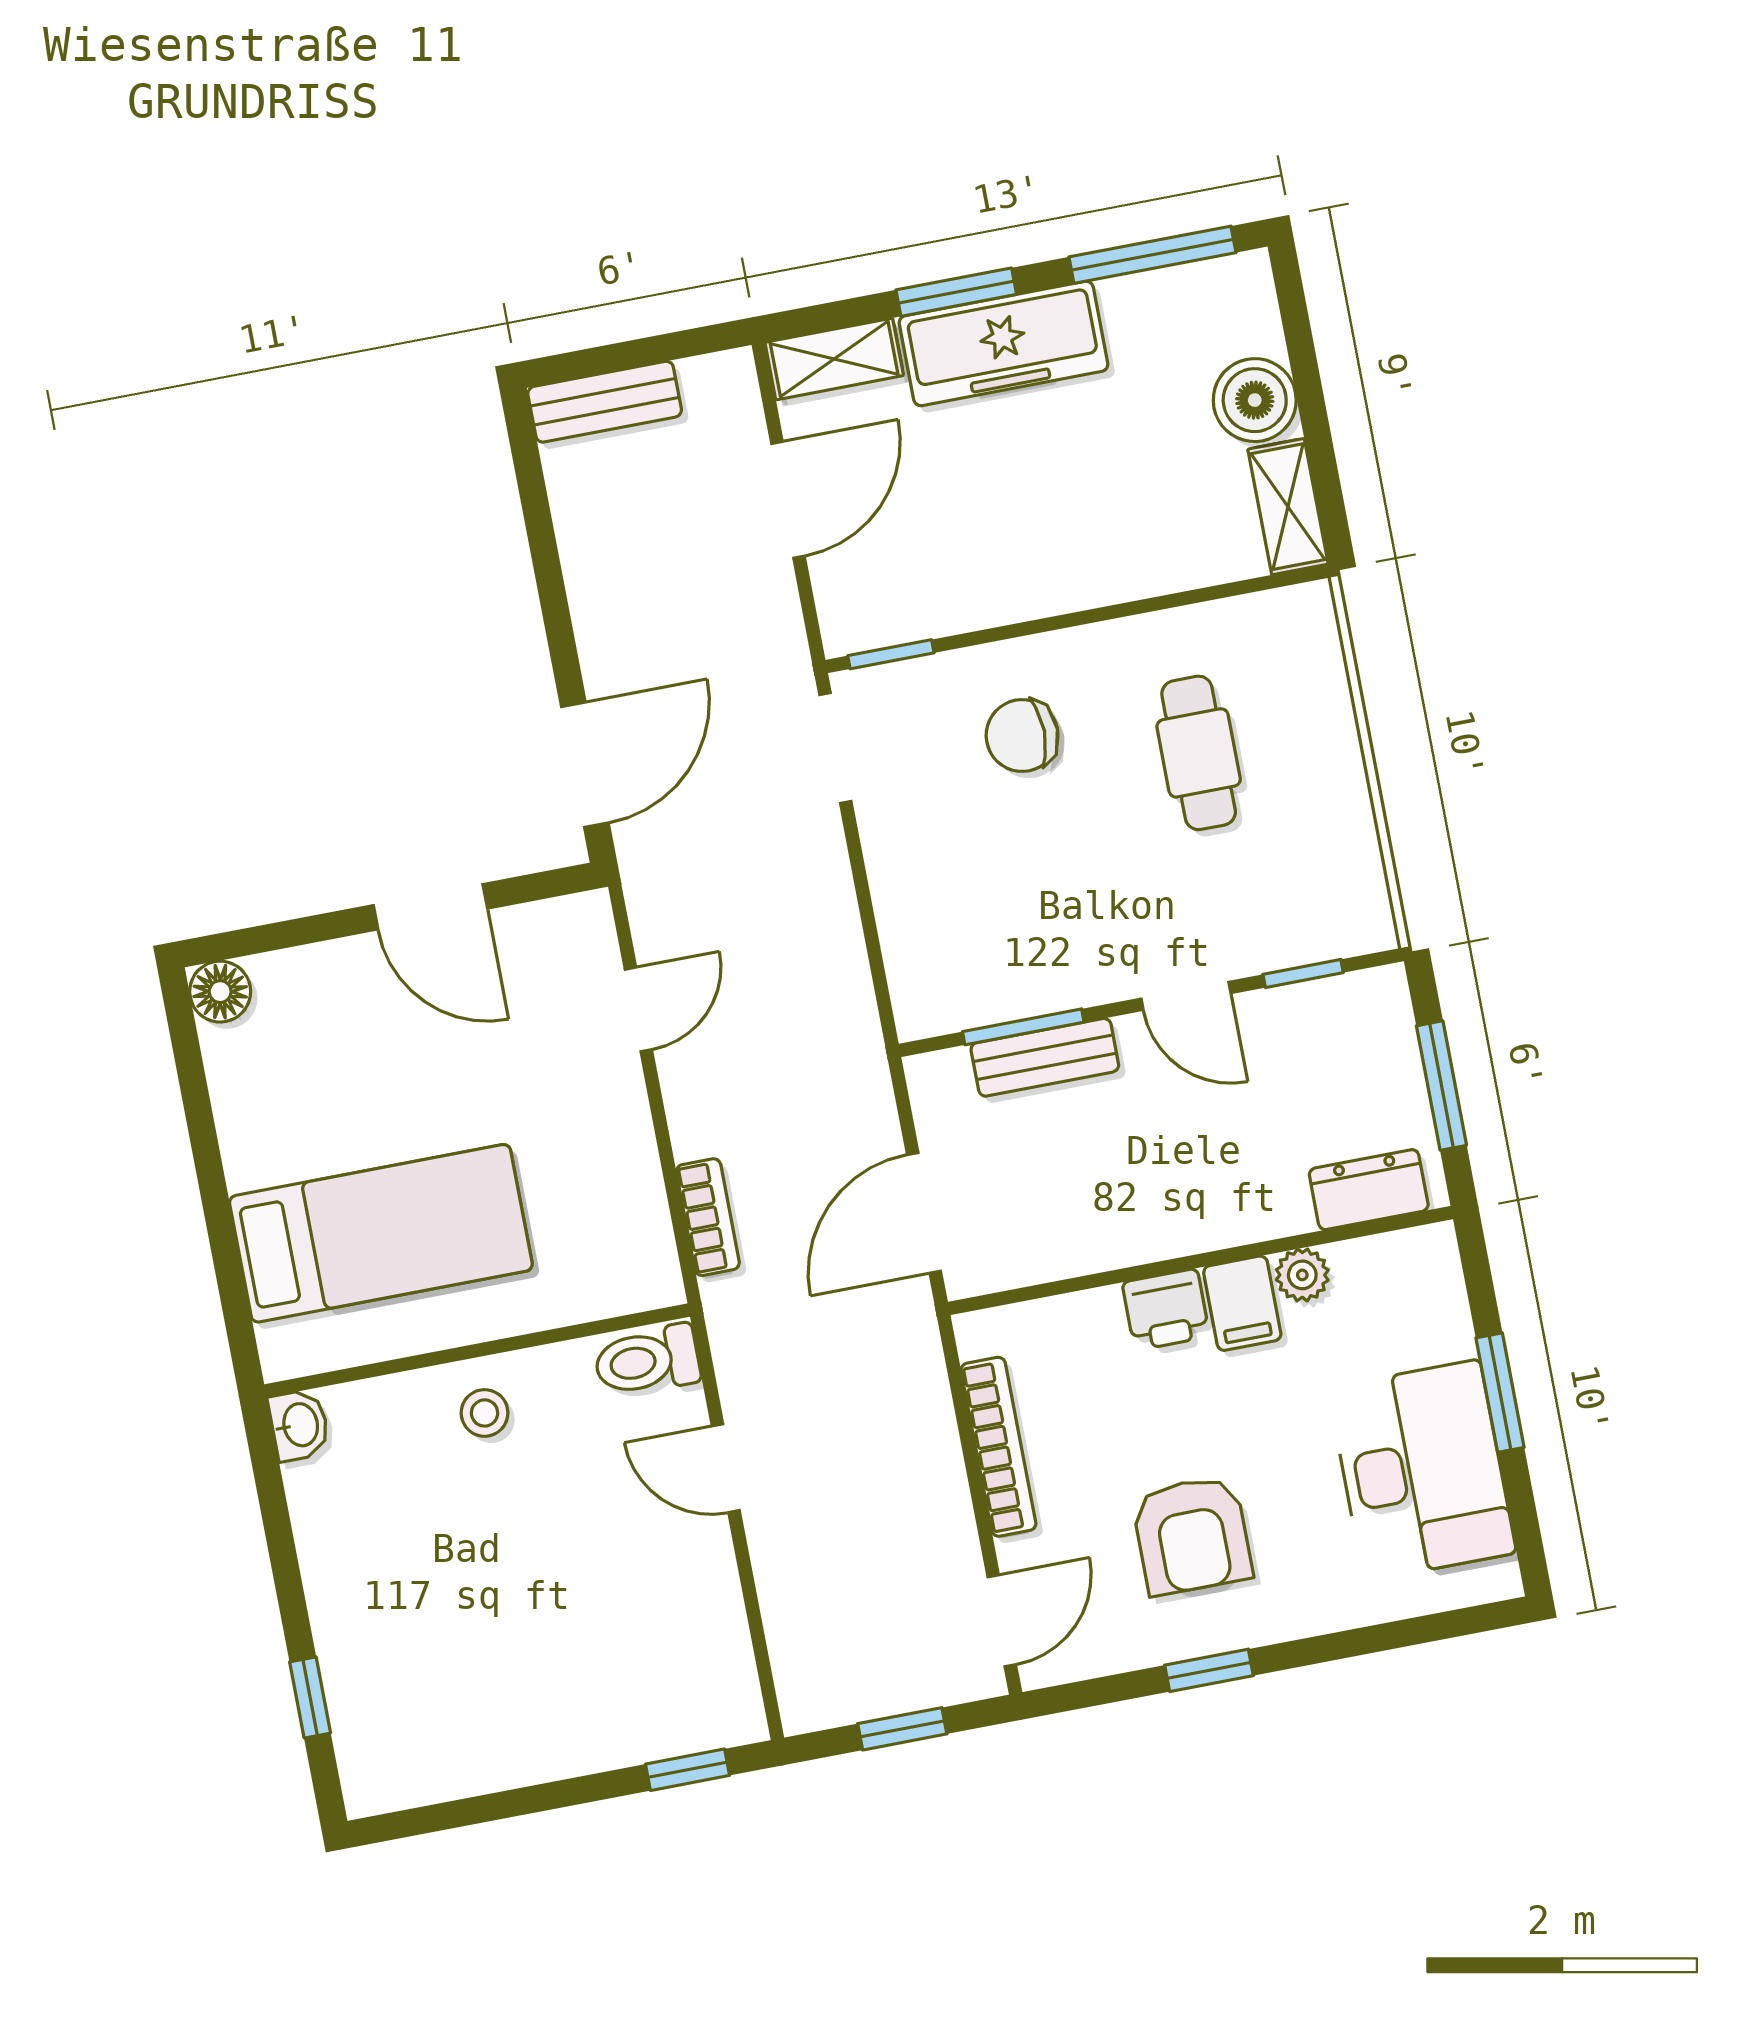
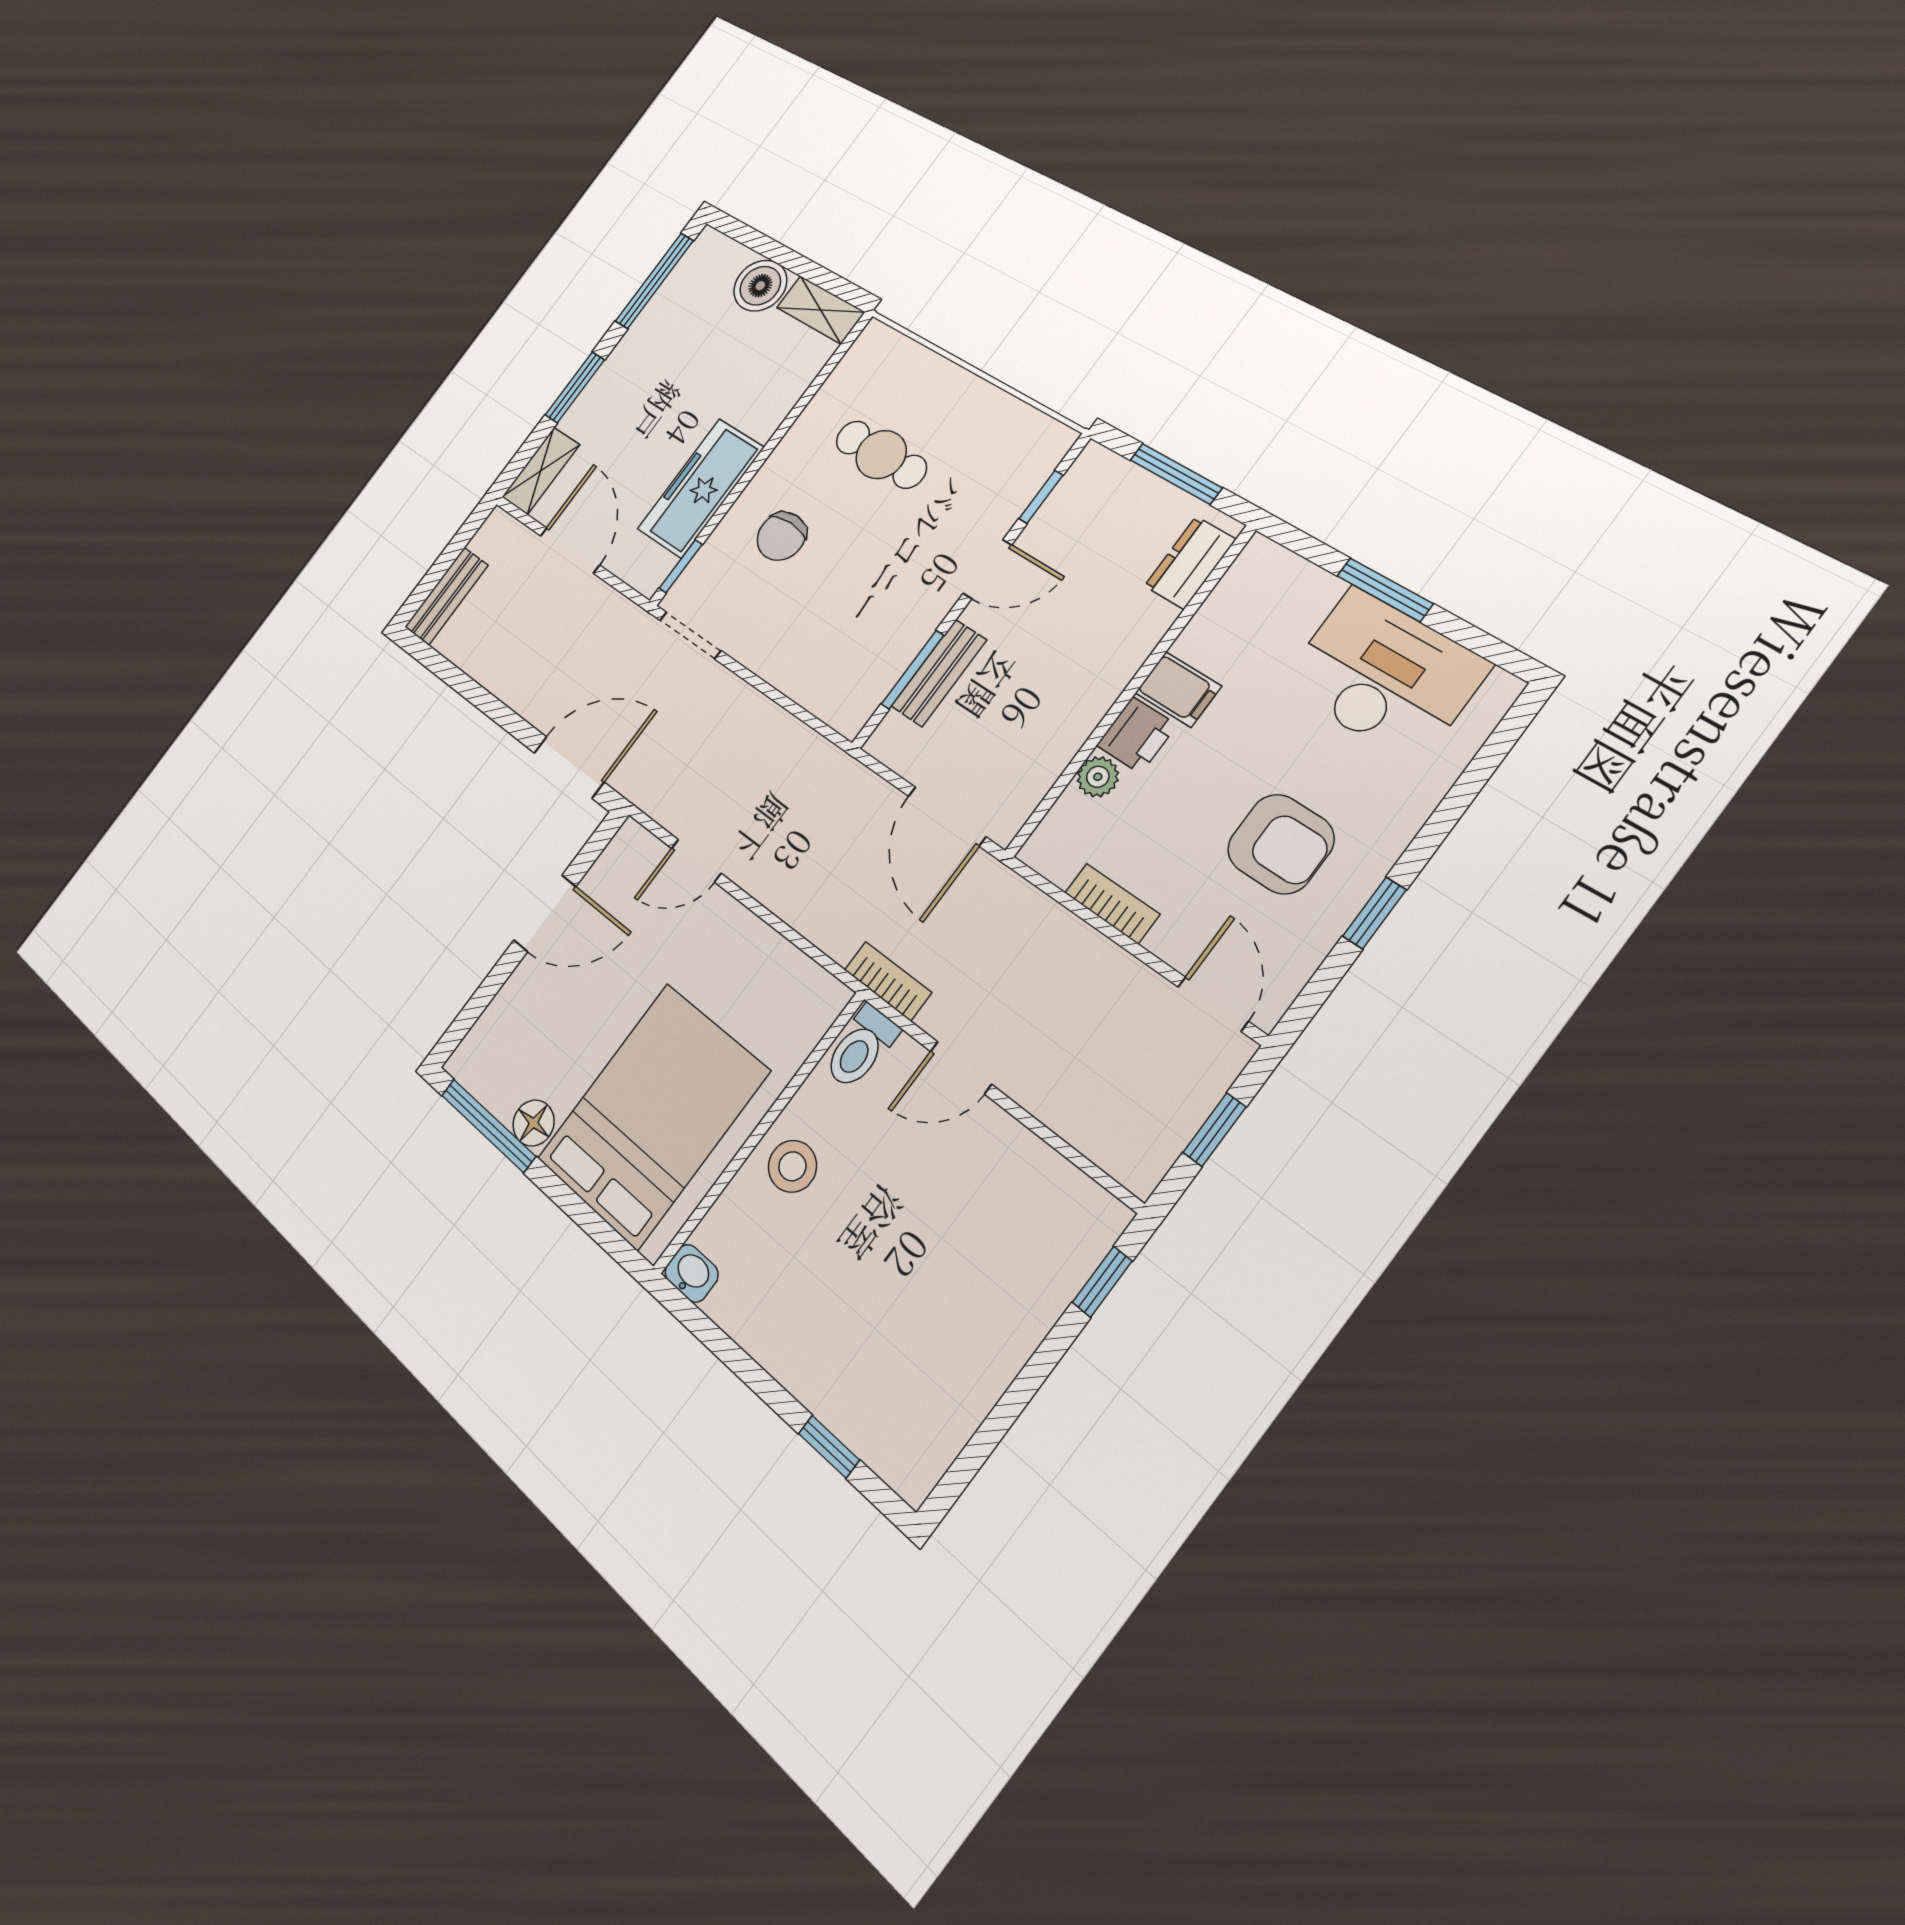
freezer: (1004, 344) -> (701, 488), moved, turned 180
door: (585, 765) -> (569, 767), hinge flipped
floor lamp: (220, 992) -> (534, 1123), moved
door: (638, 1009) -> (696, 861), swing flipped
window: (193, 1081) -> (488, 1126), added
bookcase: (708, 1217) -> (888, 981), moved
bed: (381, 1233) -> (652, 1115), width x1.50
plant: (1302, 1275) -> (1098, 777), moved
stool: (485, 1413) -> (792, 1166), width x1.37, depth x1.37
bookcase: (998, 1447) -> (1112, 904), width x0.64

